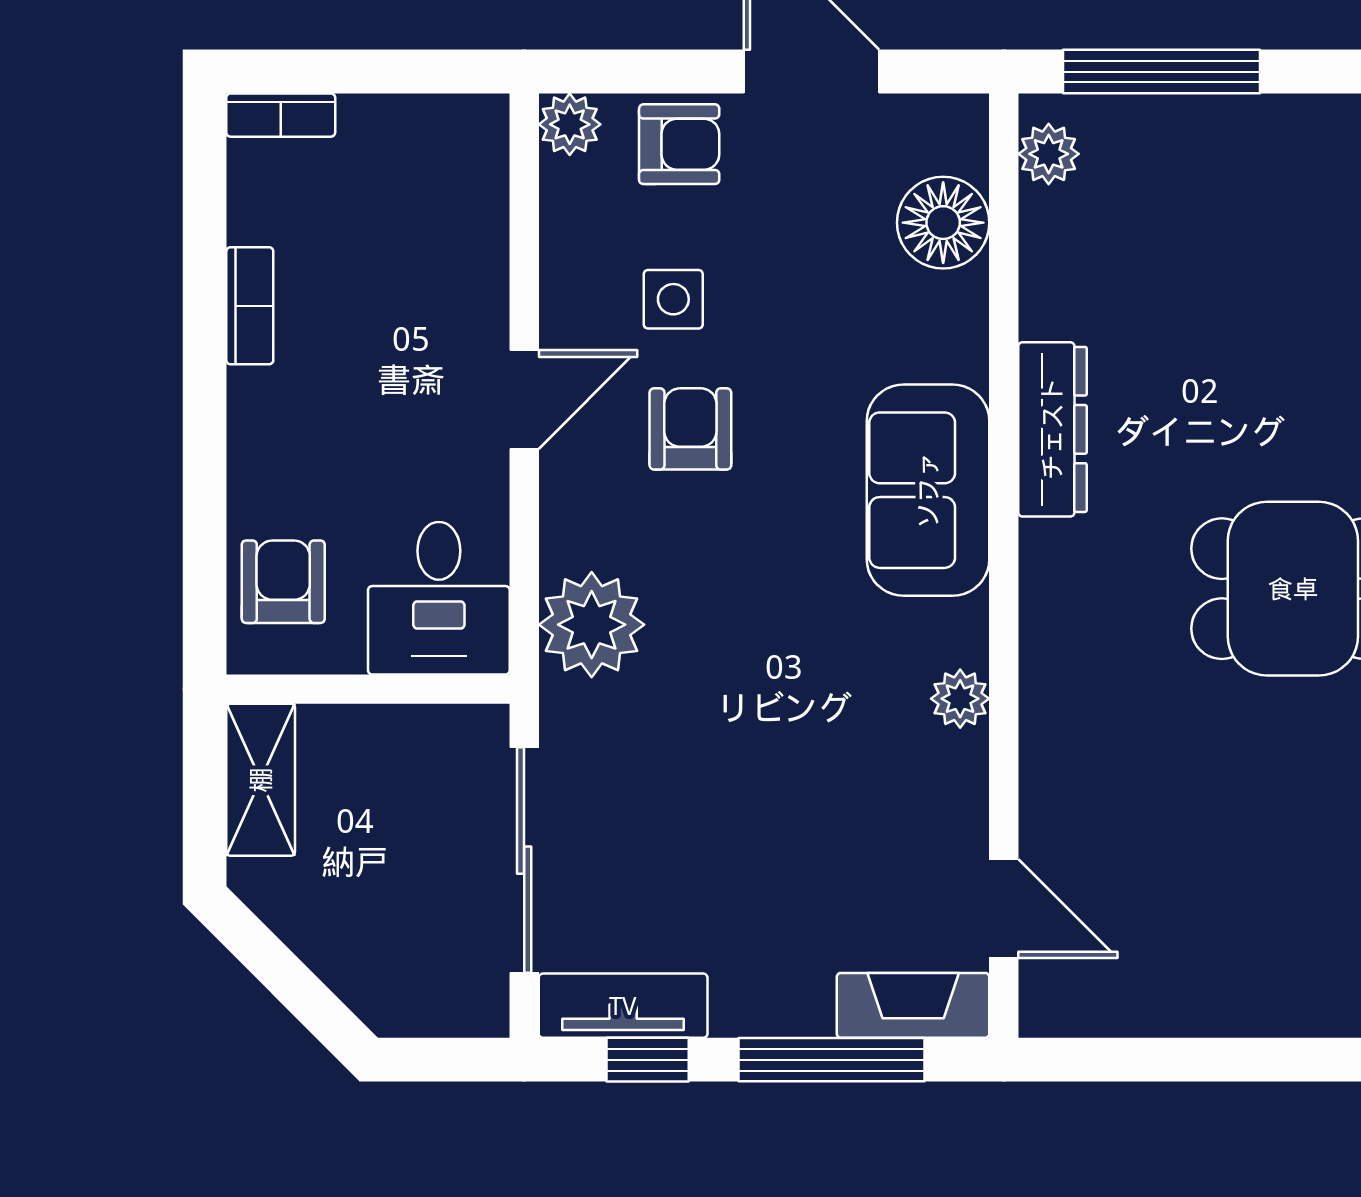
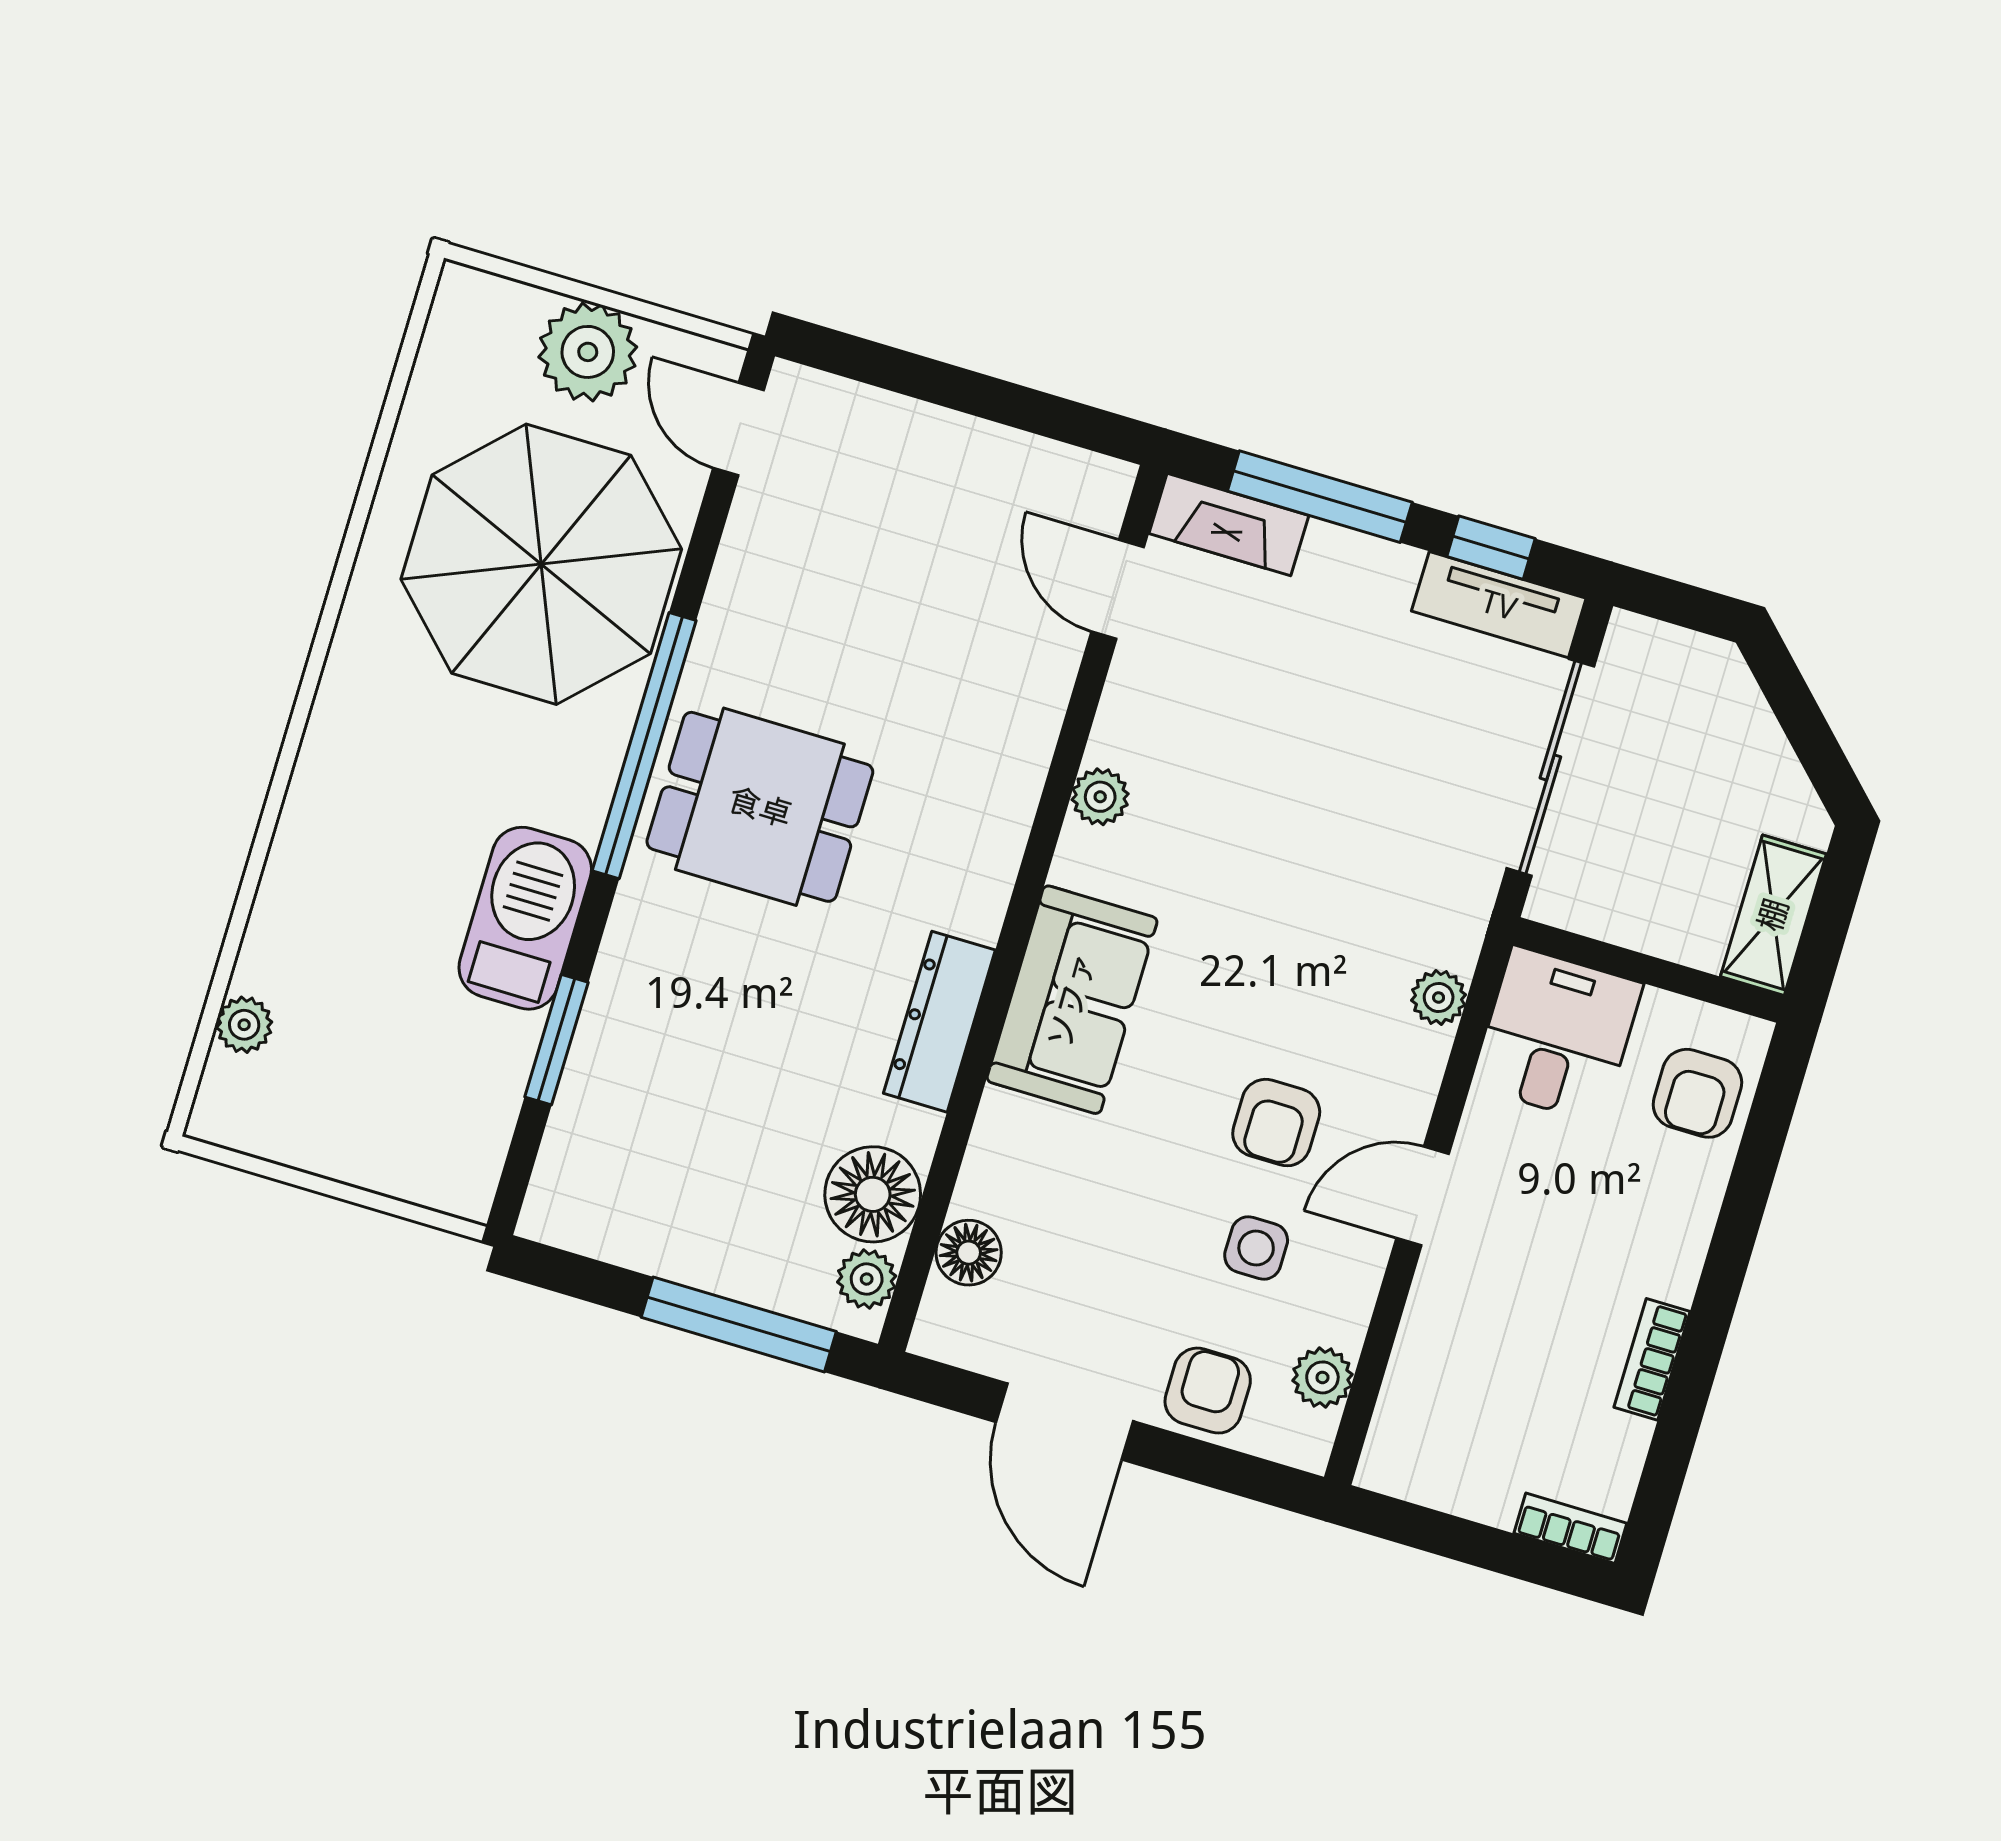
plant: (570, 124) -> (1322, 1377), moved
armchair: (679, 144) -> (1208, 1391), turned 90
floor lamp: (943, 223) -> (969, 1253), width x0.73, depth x0.73
floor lamp: (1068, 239) -> (873, 1194), added
plant: (592, 625) -> (1439, 998), width x0.53, depth x0.53

